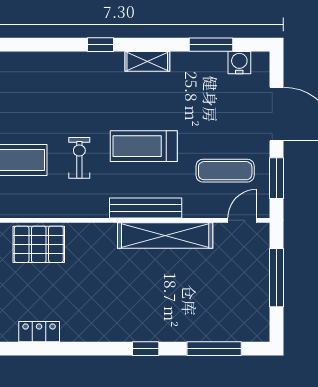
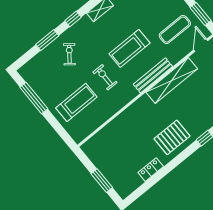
window: (43, 45) -> (47, 40), added
exercise bike: (57, 88) -> (69, 54), added
pallet: (39, 244) -> (172, 137), moved

